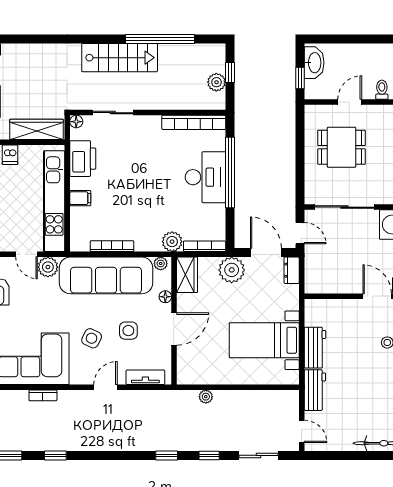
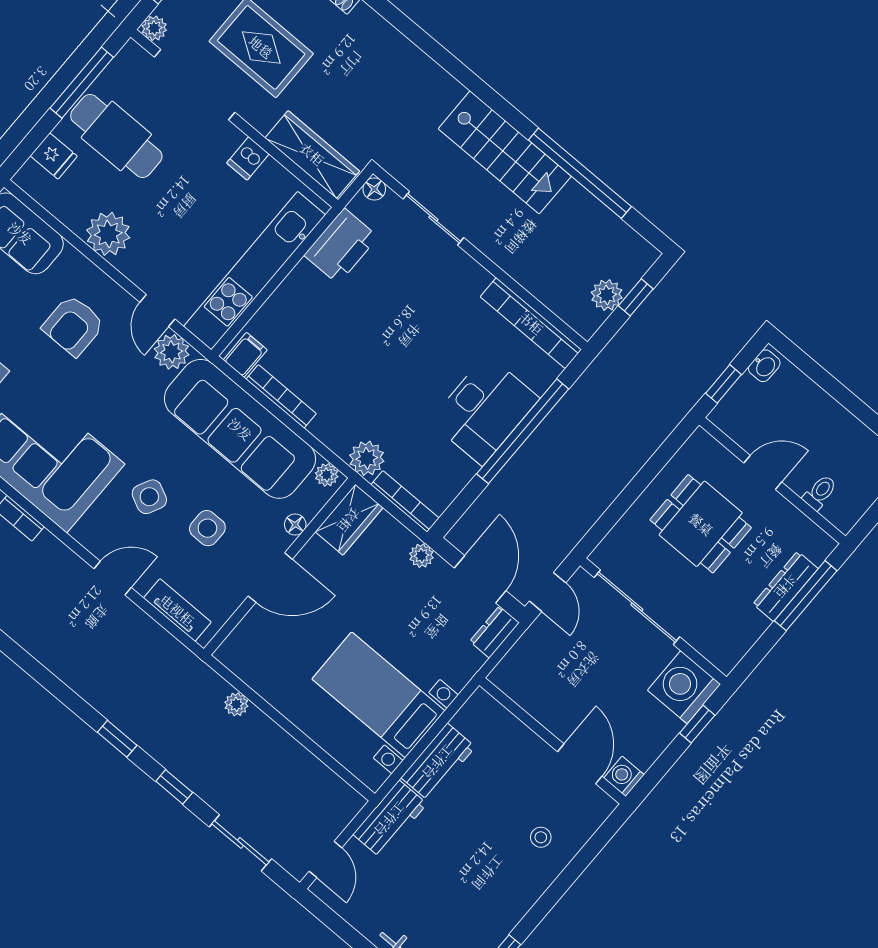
washbasin: (314, 63) -> (764, 366), width x0.52, depth x0.69
filing cabinet: (80, 198) -> (245, 355), moved, turned -90
plant: (232, 270) -> (421, 556), width x0.53, depth x0.53

